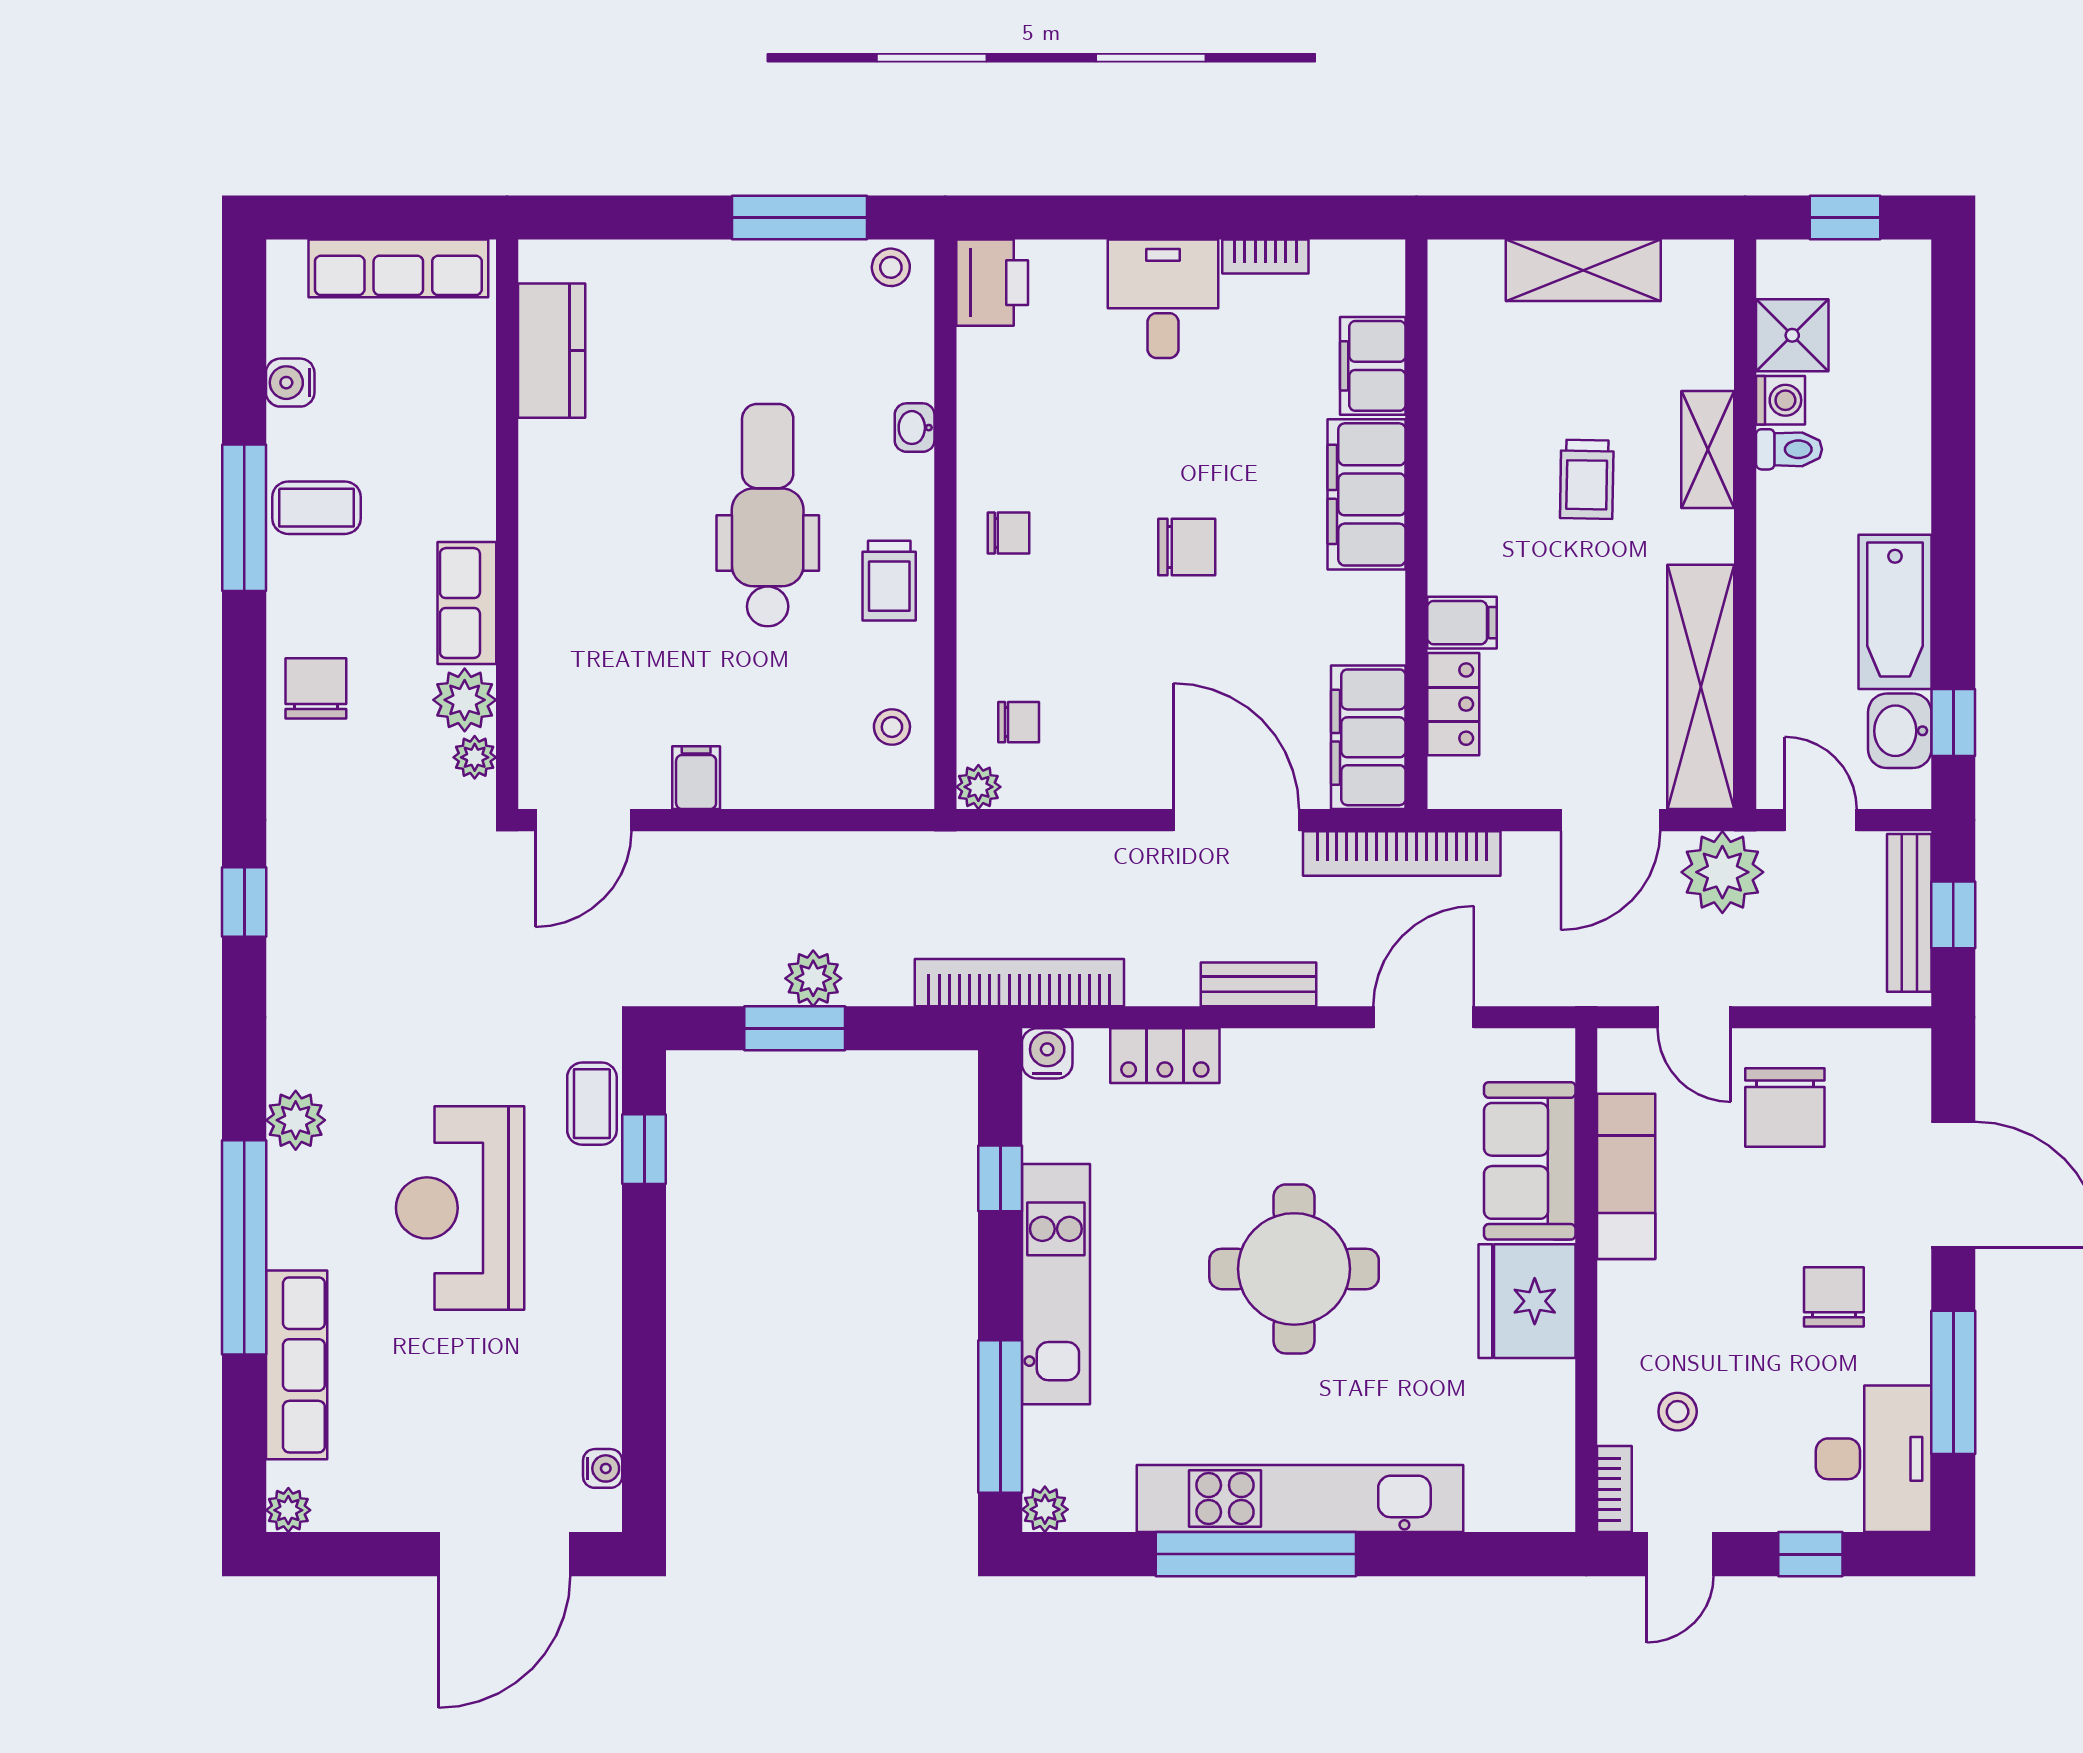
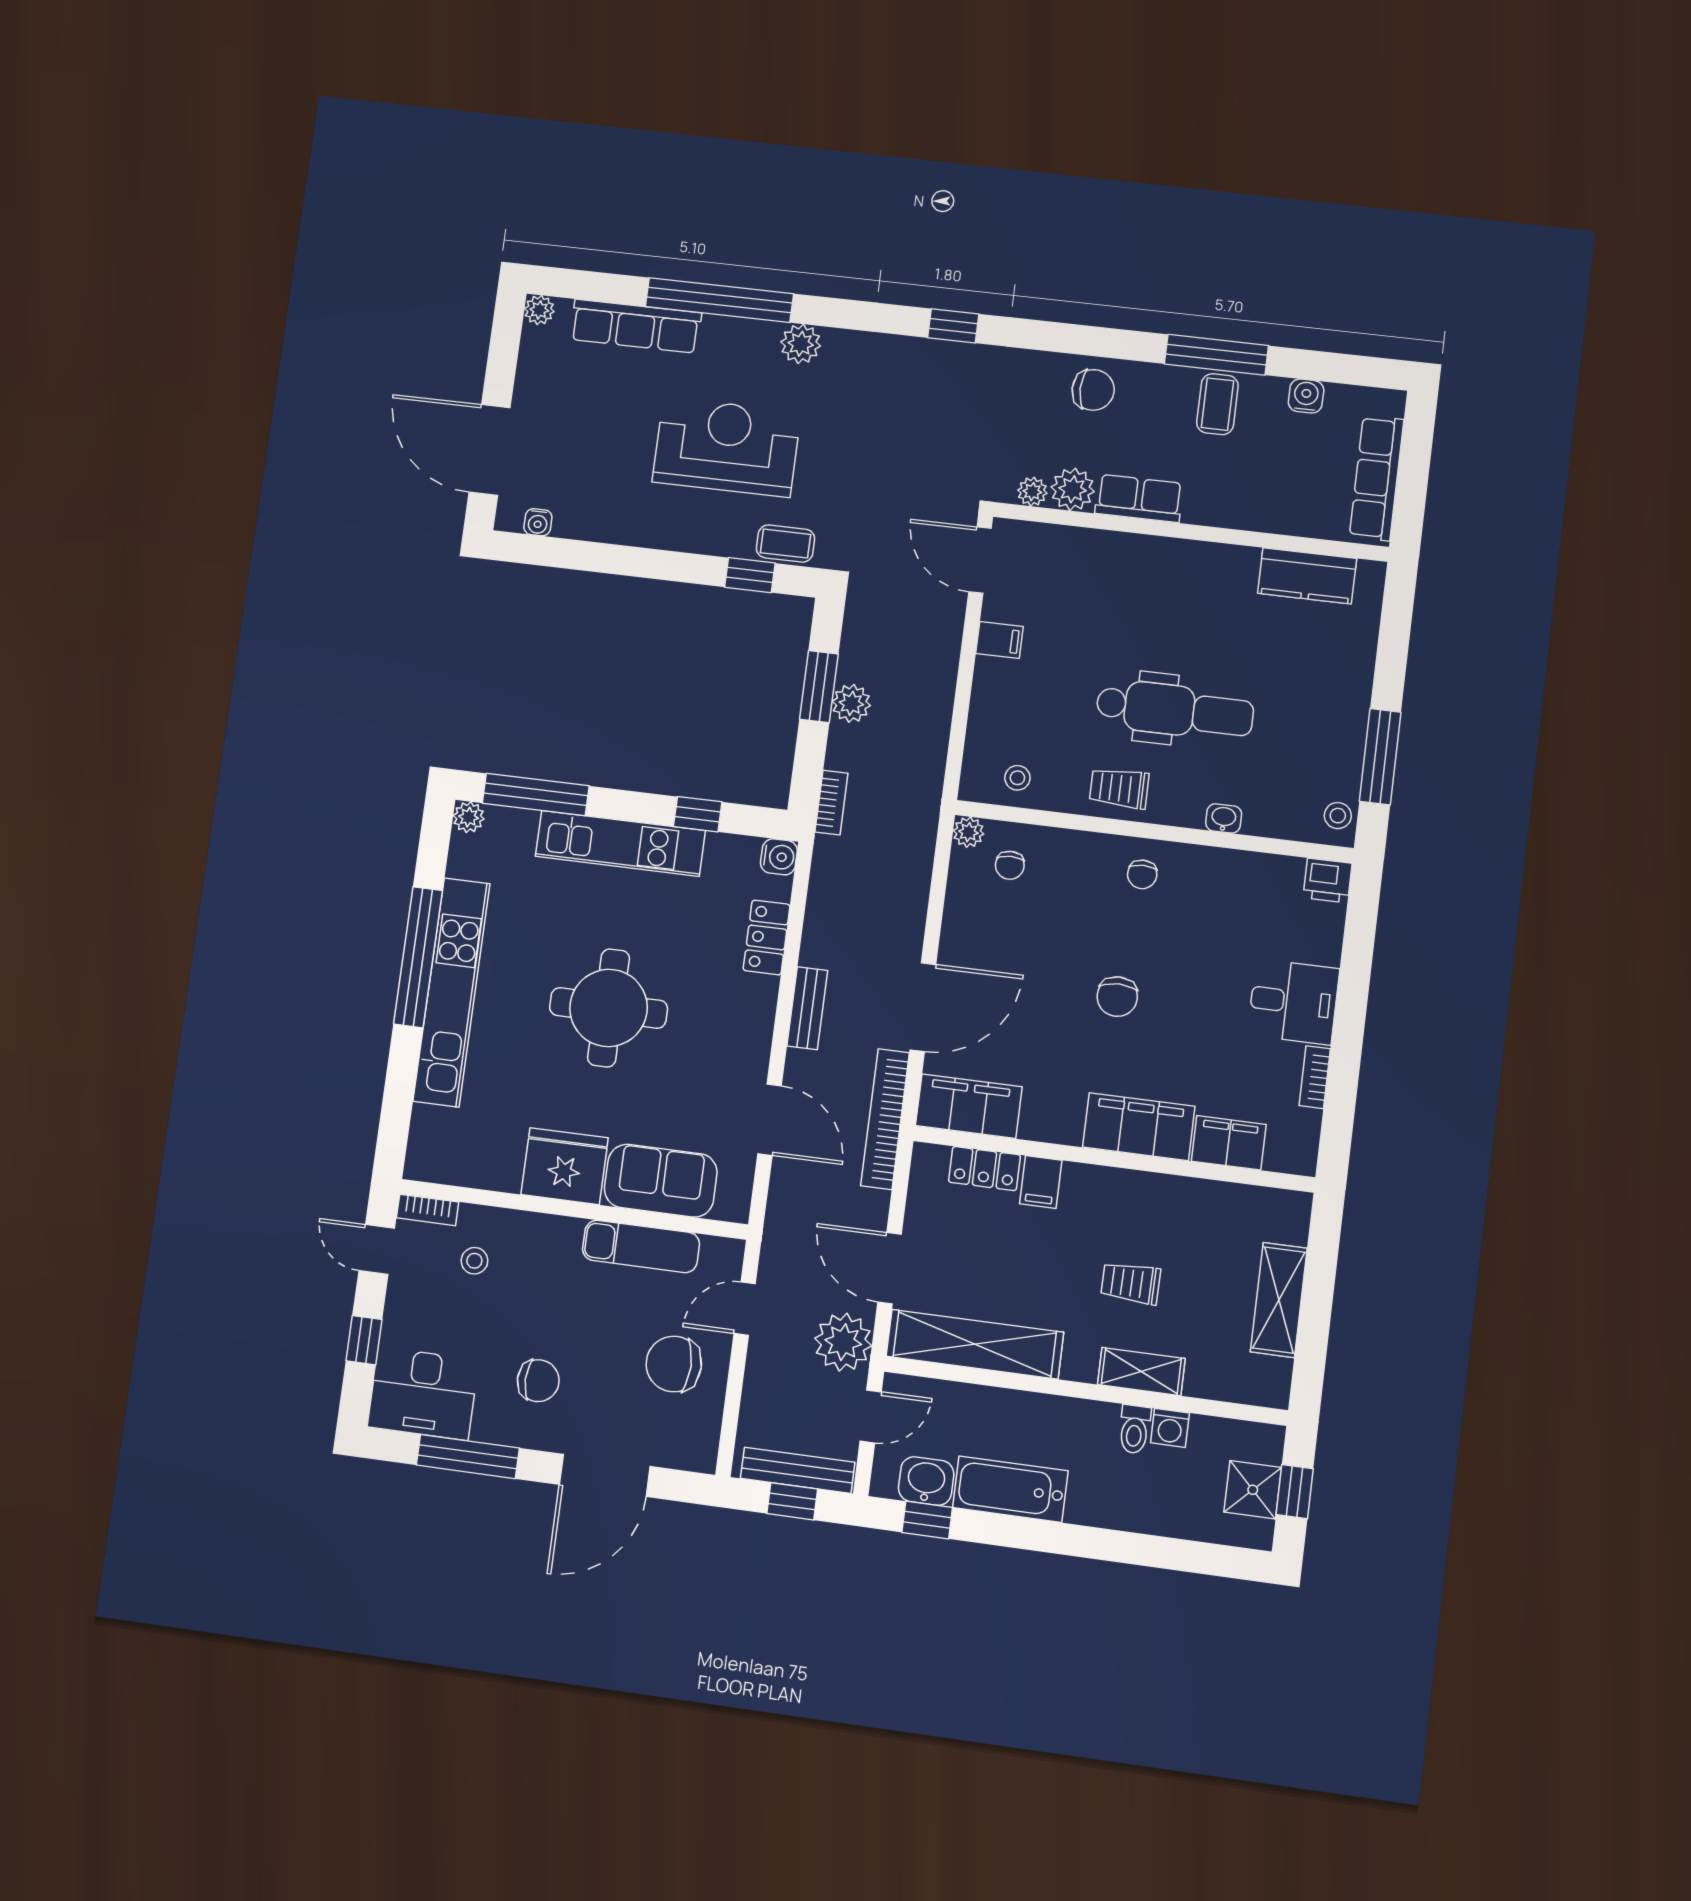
printer: (992, 283) -> (1327, 881), width x0.73, depth x0.81
shower: (1792, 335) -> (1253, 1490), moved
bookcase: (1019, 983) -> (831, 803), width x0.43, depth x0.76

